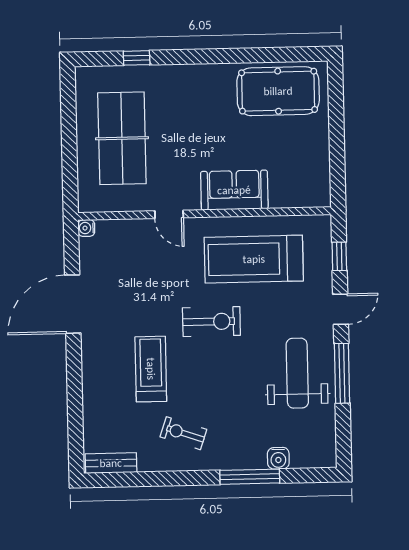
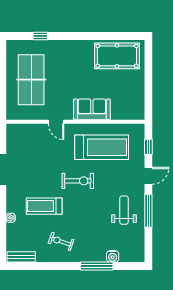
water cooler: (86, 228) -> (11, 218), moved
treadmill: (254, 259) -> (102, 147), turned 180
treadmill: (151, 369) -> (44, 206), turned -90
weight bench: (297, 373) -> (124, 210), width x0.73, depth x0.75

